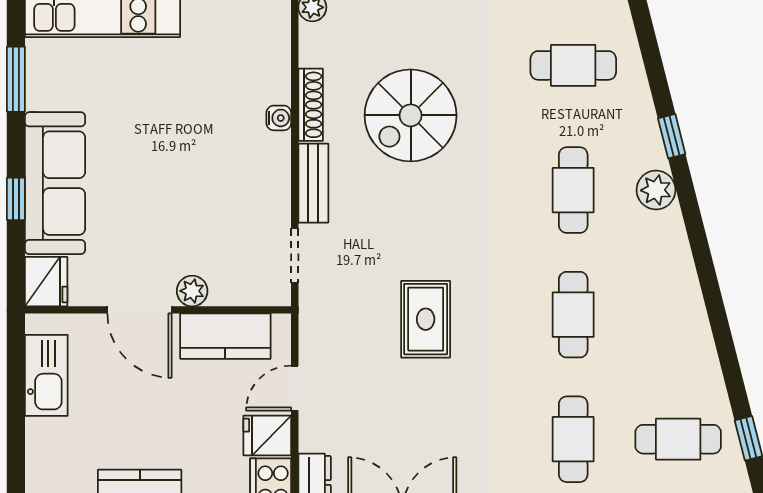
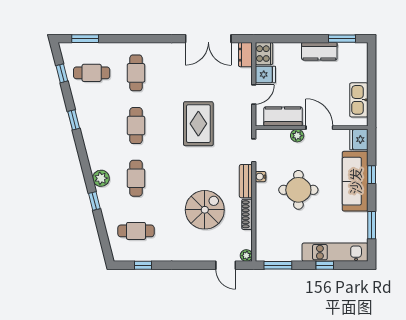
water cooler: (279, 118) -> (260, 177), moved
round table: (189, 163) -> (298, 190), added
rug: (426, 319) -> (198, 124), width x1.36, depth x1.43
window: (720, 328) -> (74, 120), added

